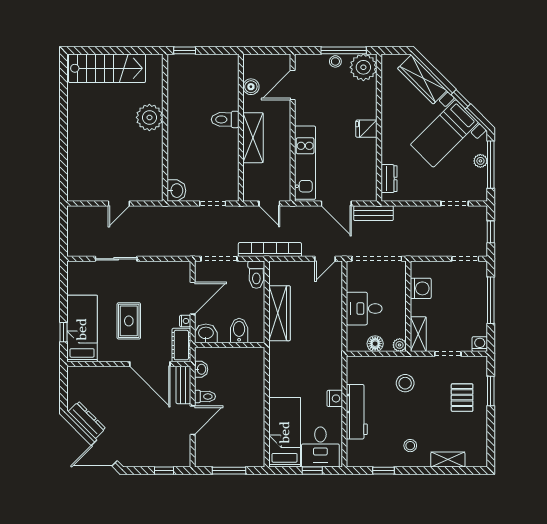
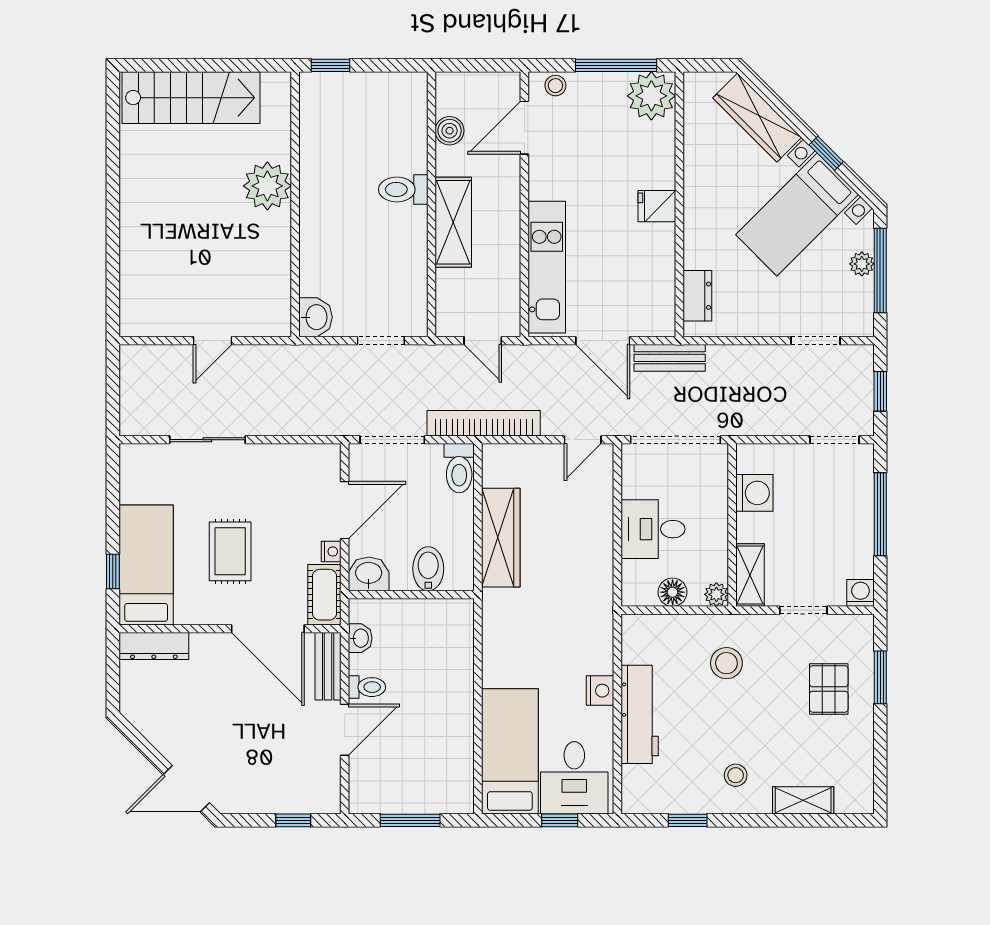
stool: (335, 61) -> (555, 86), moved
dresser: (87, 420) -> (154, 646), moved, turned 135

